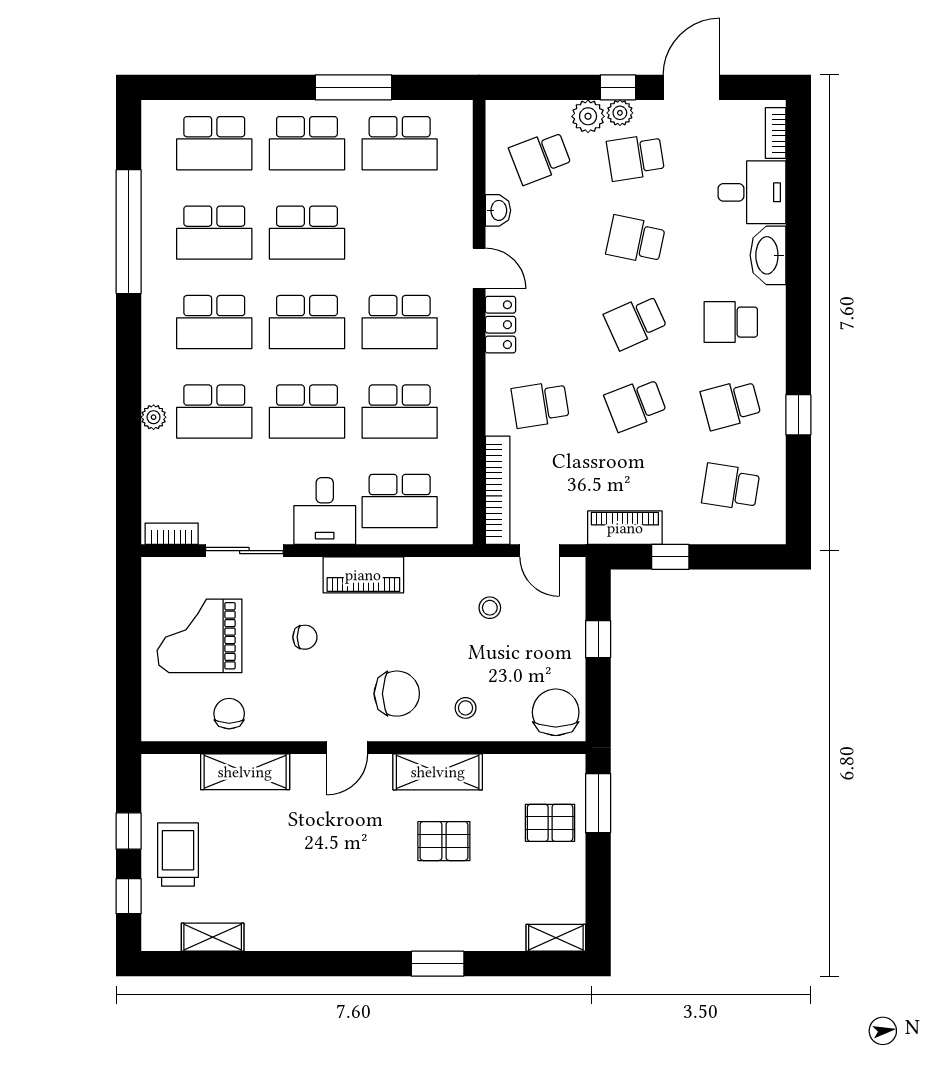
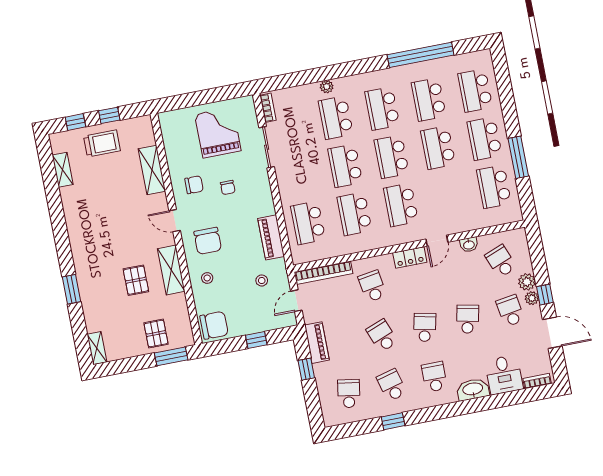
school desk: (636, 322) -> (425, 327), turned 36
desk: (325, 511) -> (295, 185), removed
piano: (363, 575) -> (271, 237), moved
chair: (229, 714) -> (194, 185), moved

